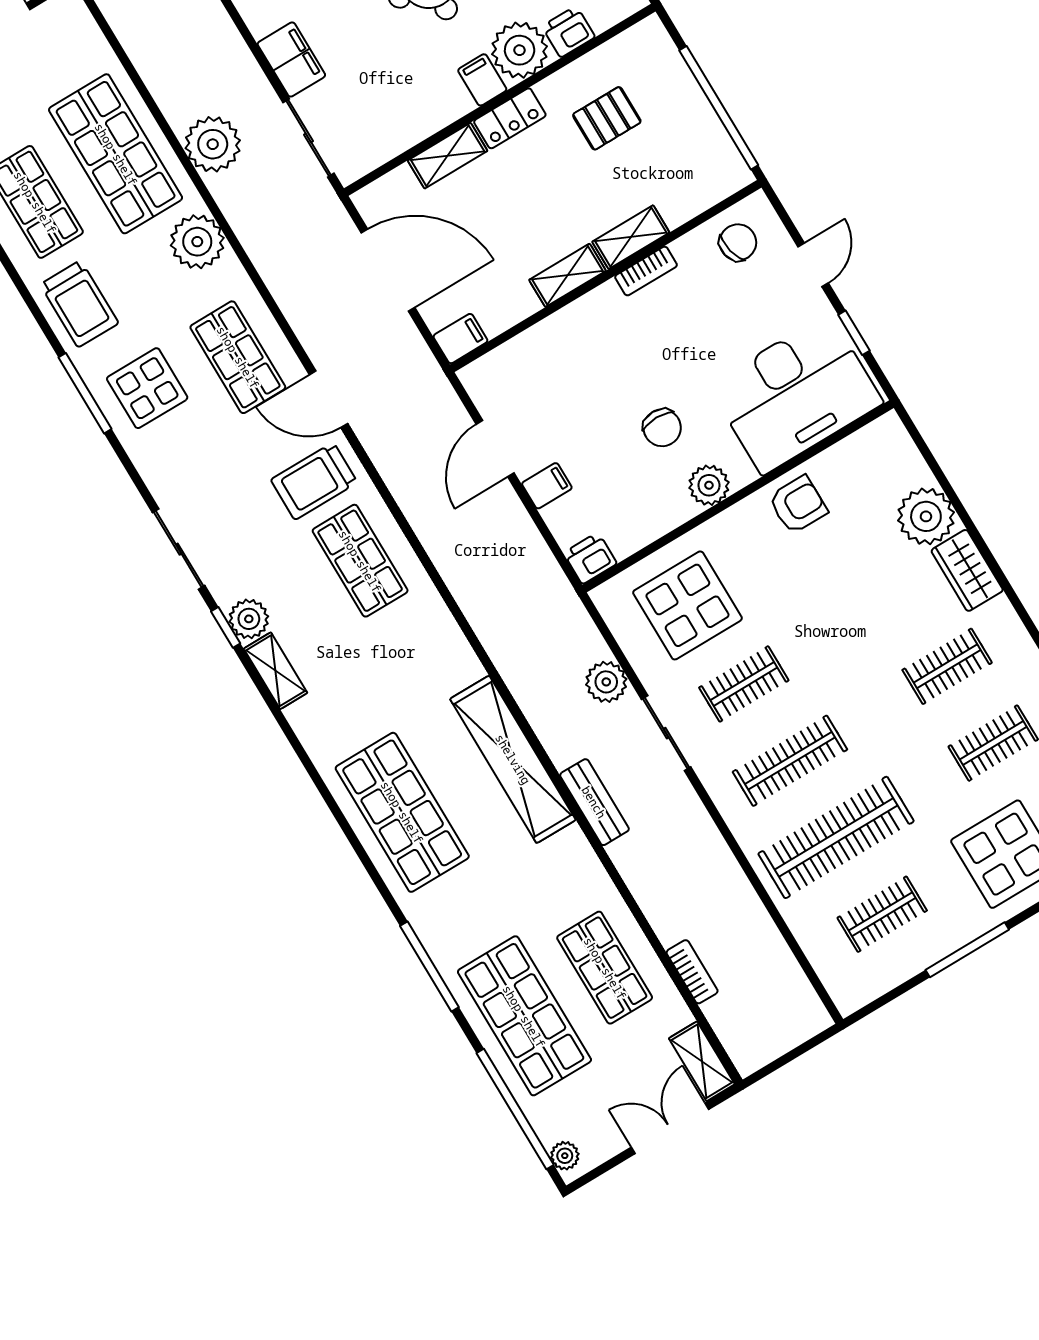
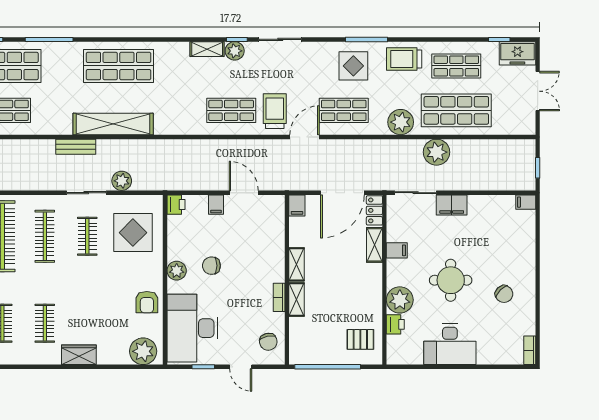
filing cabinet: (482, 80) -> (397, 250), moved
locker: (510, 118) -> (374, 210), moved
pallet: (607, 118) -> (360, 339), moved, turned 90
plant: (926, 516) -> (143, 351), moved

